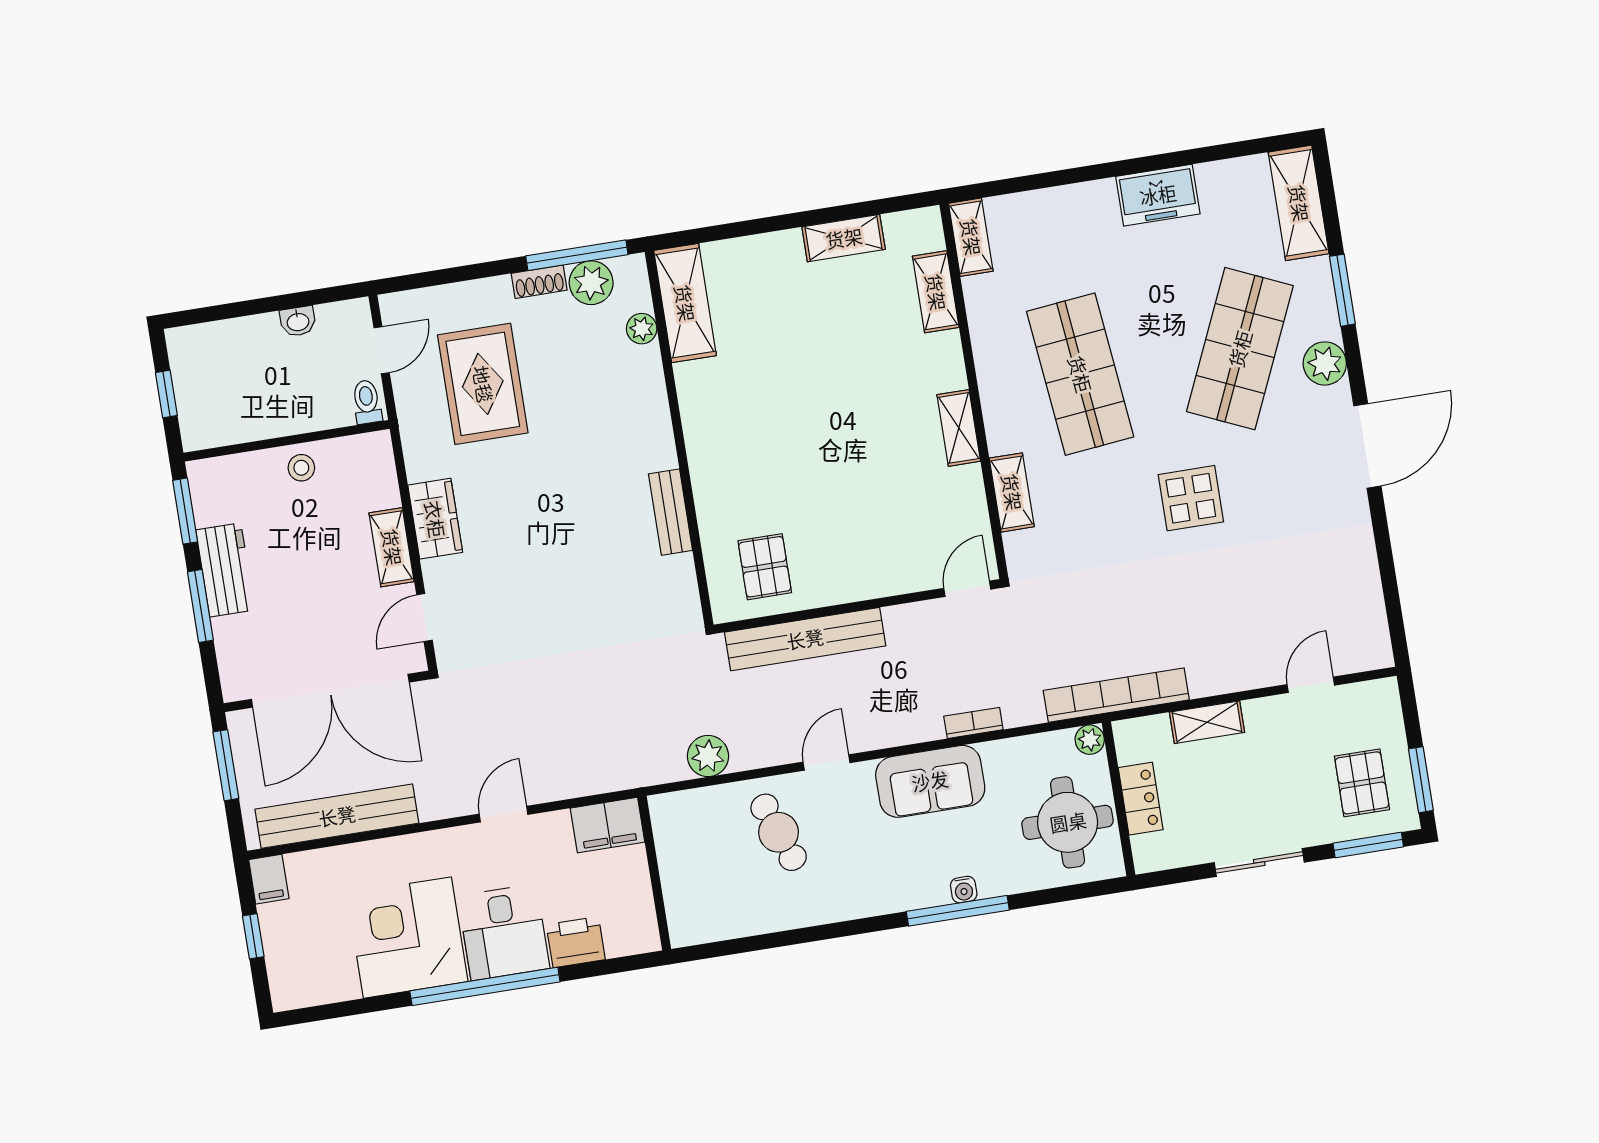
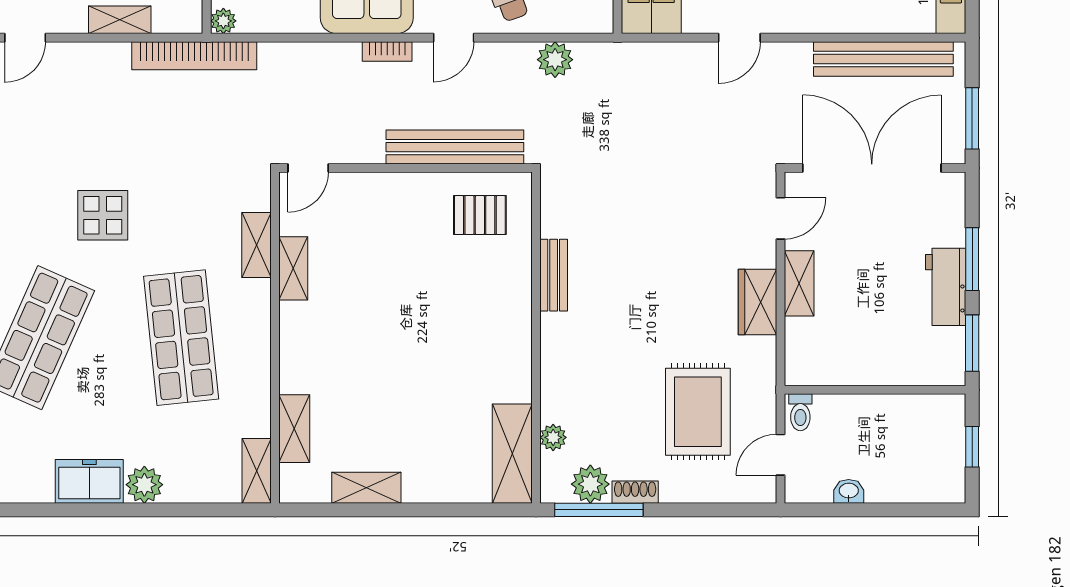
plant: (1095, 201) -> (144, 485), added
shelving: (959, 428) -> (293, 268), moved
stool: (301, 468) -> (866, 364), removed
pallet: (765, 567) -> (480, 215), turned 90
bookcase: (973, 723) -> (387, 51), moved

